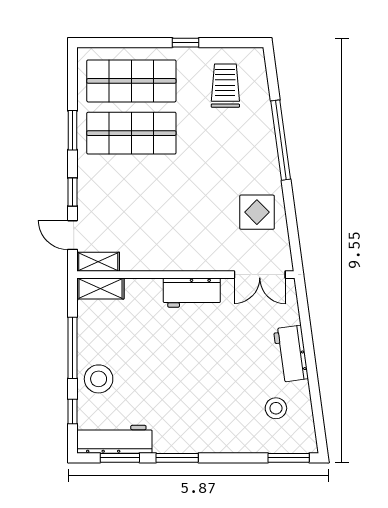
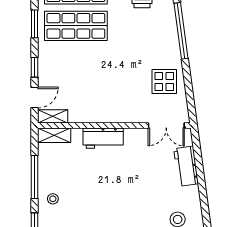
door: (72, 235) -> (35, 98), swing flipped
workbench: (192, 293) -> (103, 138), moved
workbench: (291, 354) -> (186, 166), moved
stool: (99, 379) -> (53, 199), width x0.53, depth x0.53

